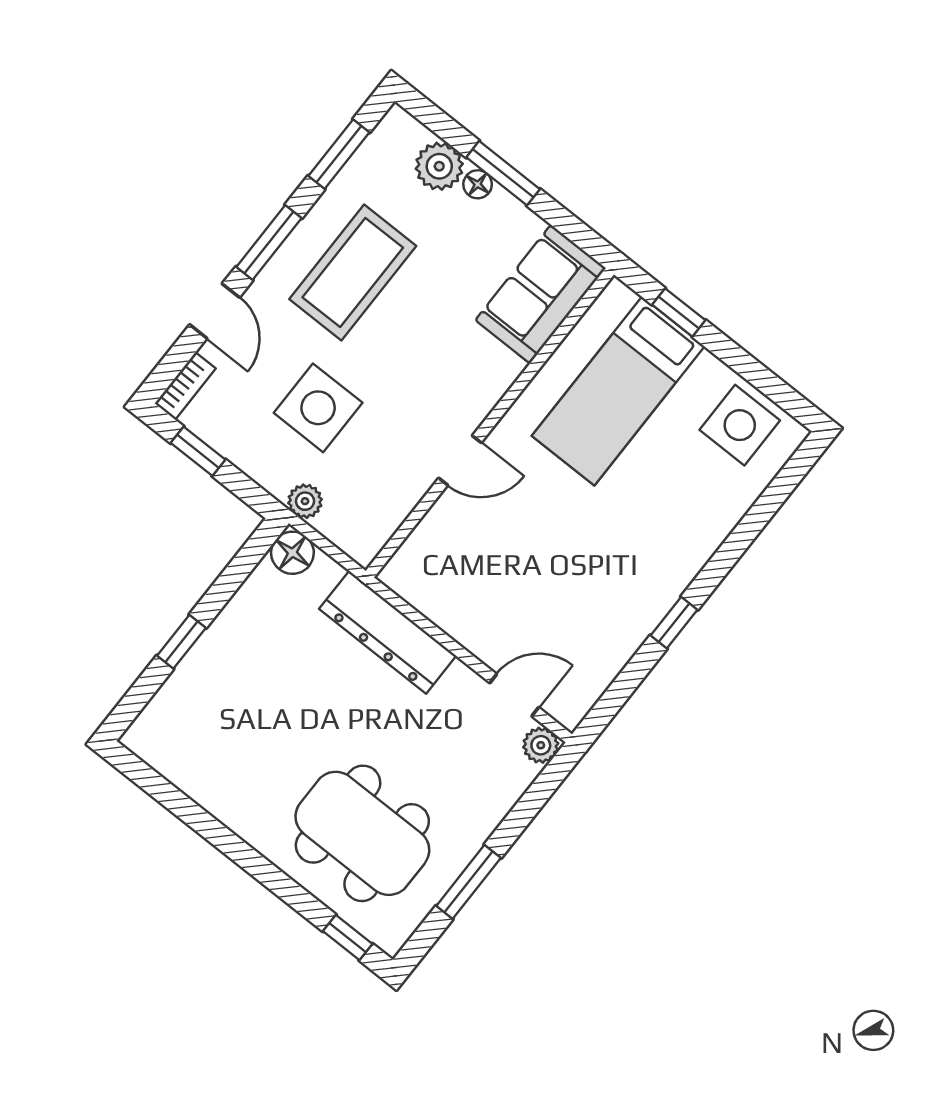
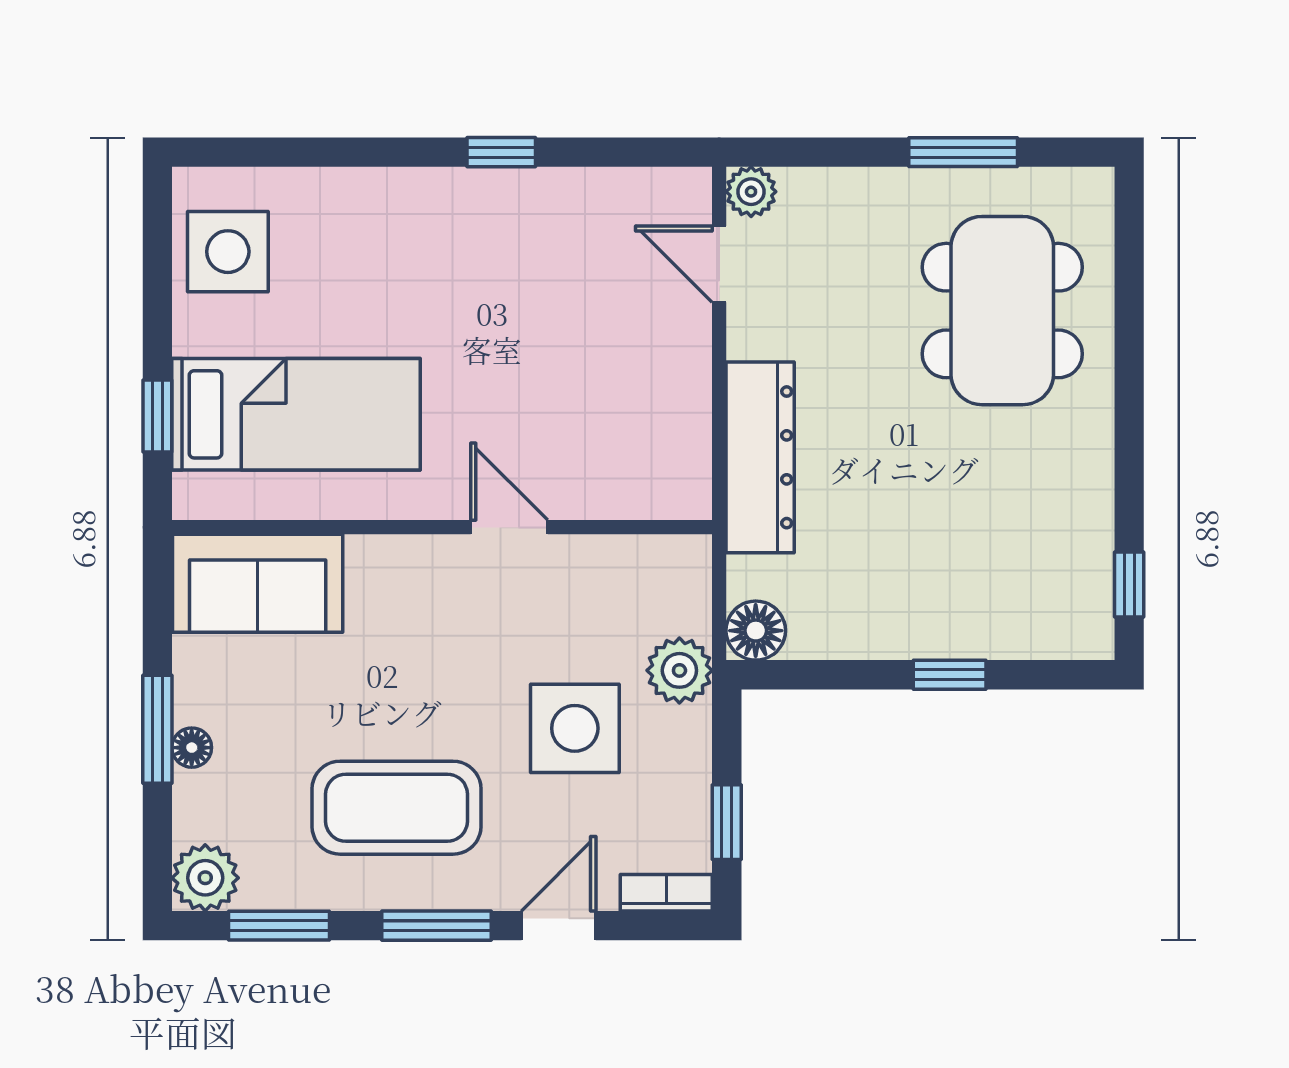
plant: (439, 166) -> (205, 878), moved
plant: (305, 501) -> (679, 670), width x1.38, depth x1.38
window: (348, 938) -> (1129, 584), moved

